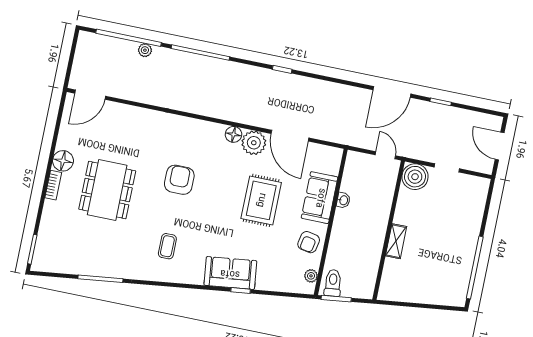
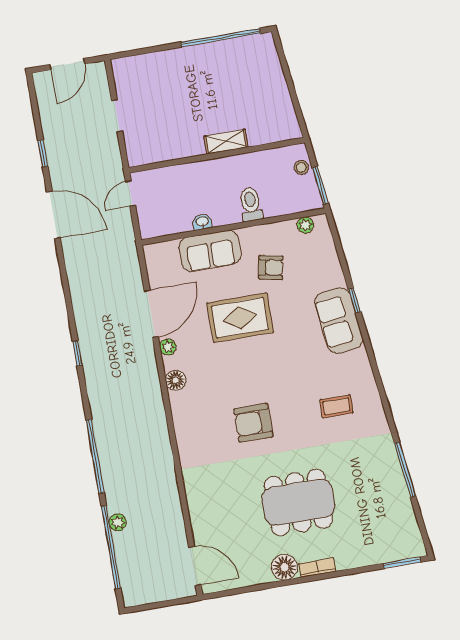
plant: (254, 143) -> (168, 347), width x0.53, depth x0.53
boiler: (415, 177) -> (142, 149), removed
armchair: (309, 242) -> (271, 268), moved
toilet: (333, 283) -> (251, 204), moved, turned 97
stool: (355, 290) -> (301, 167), added

